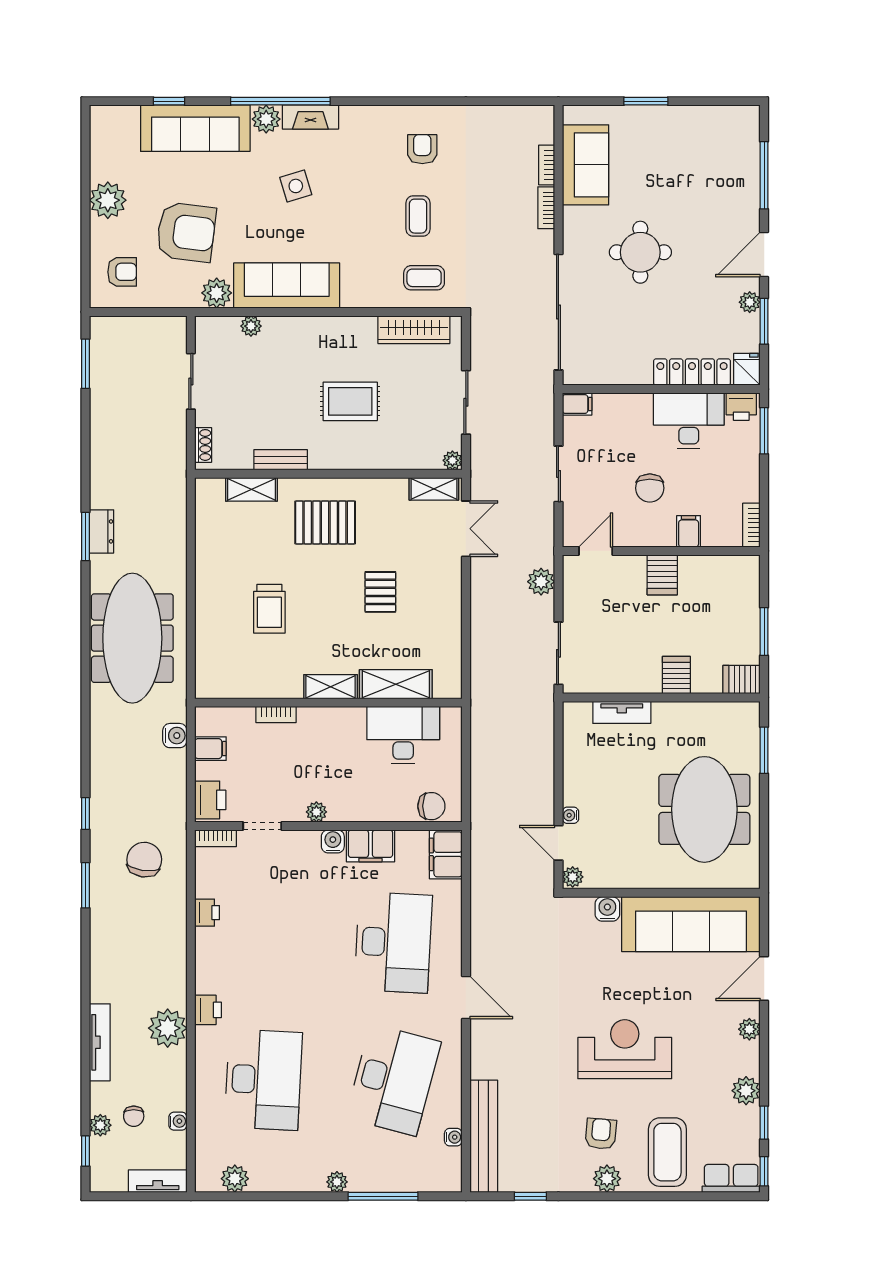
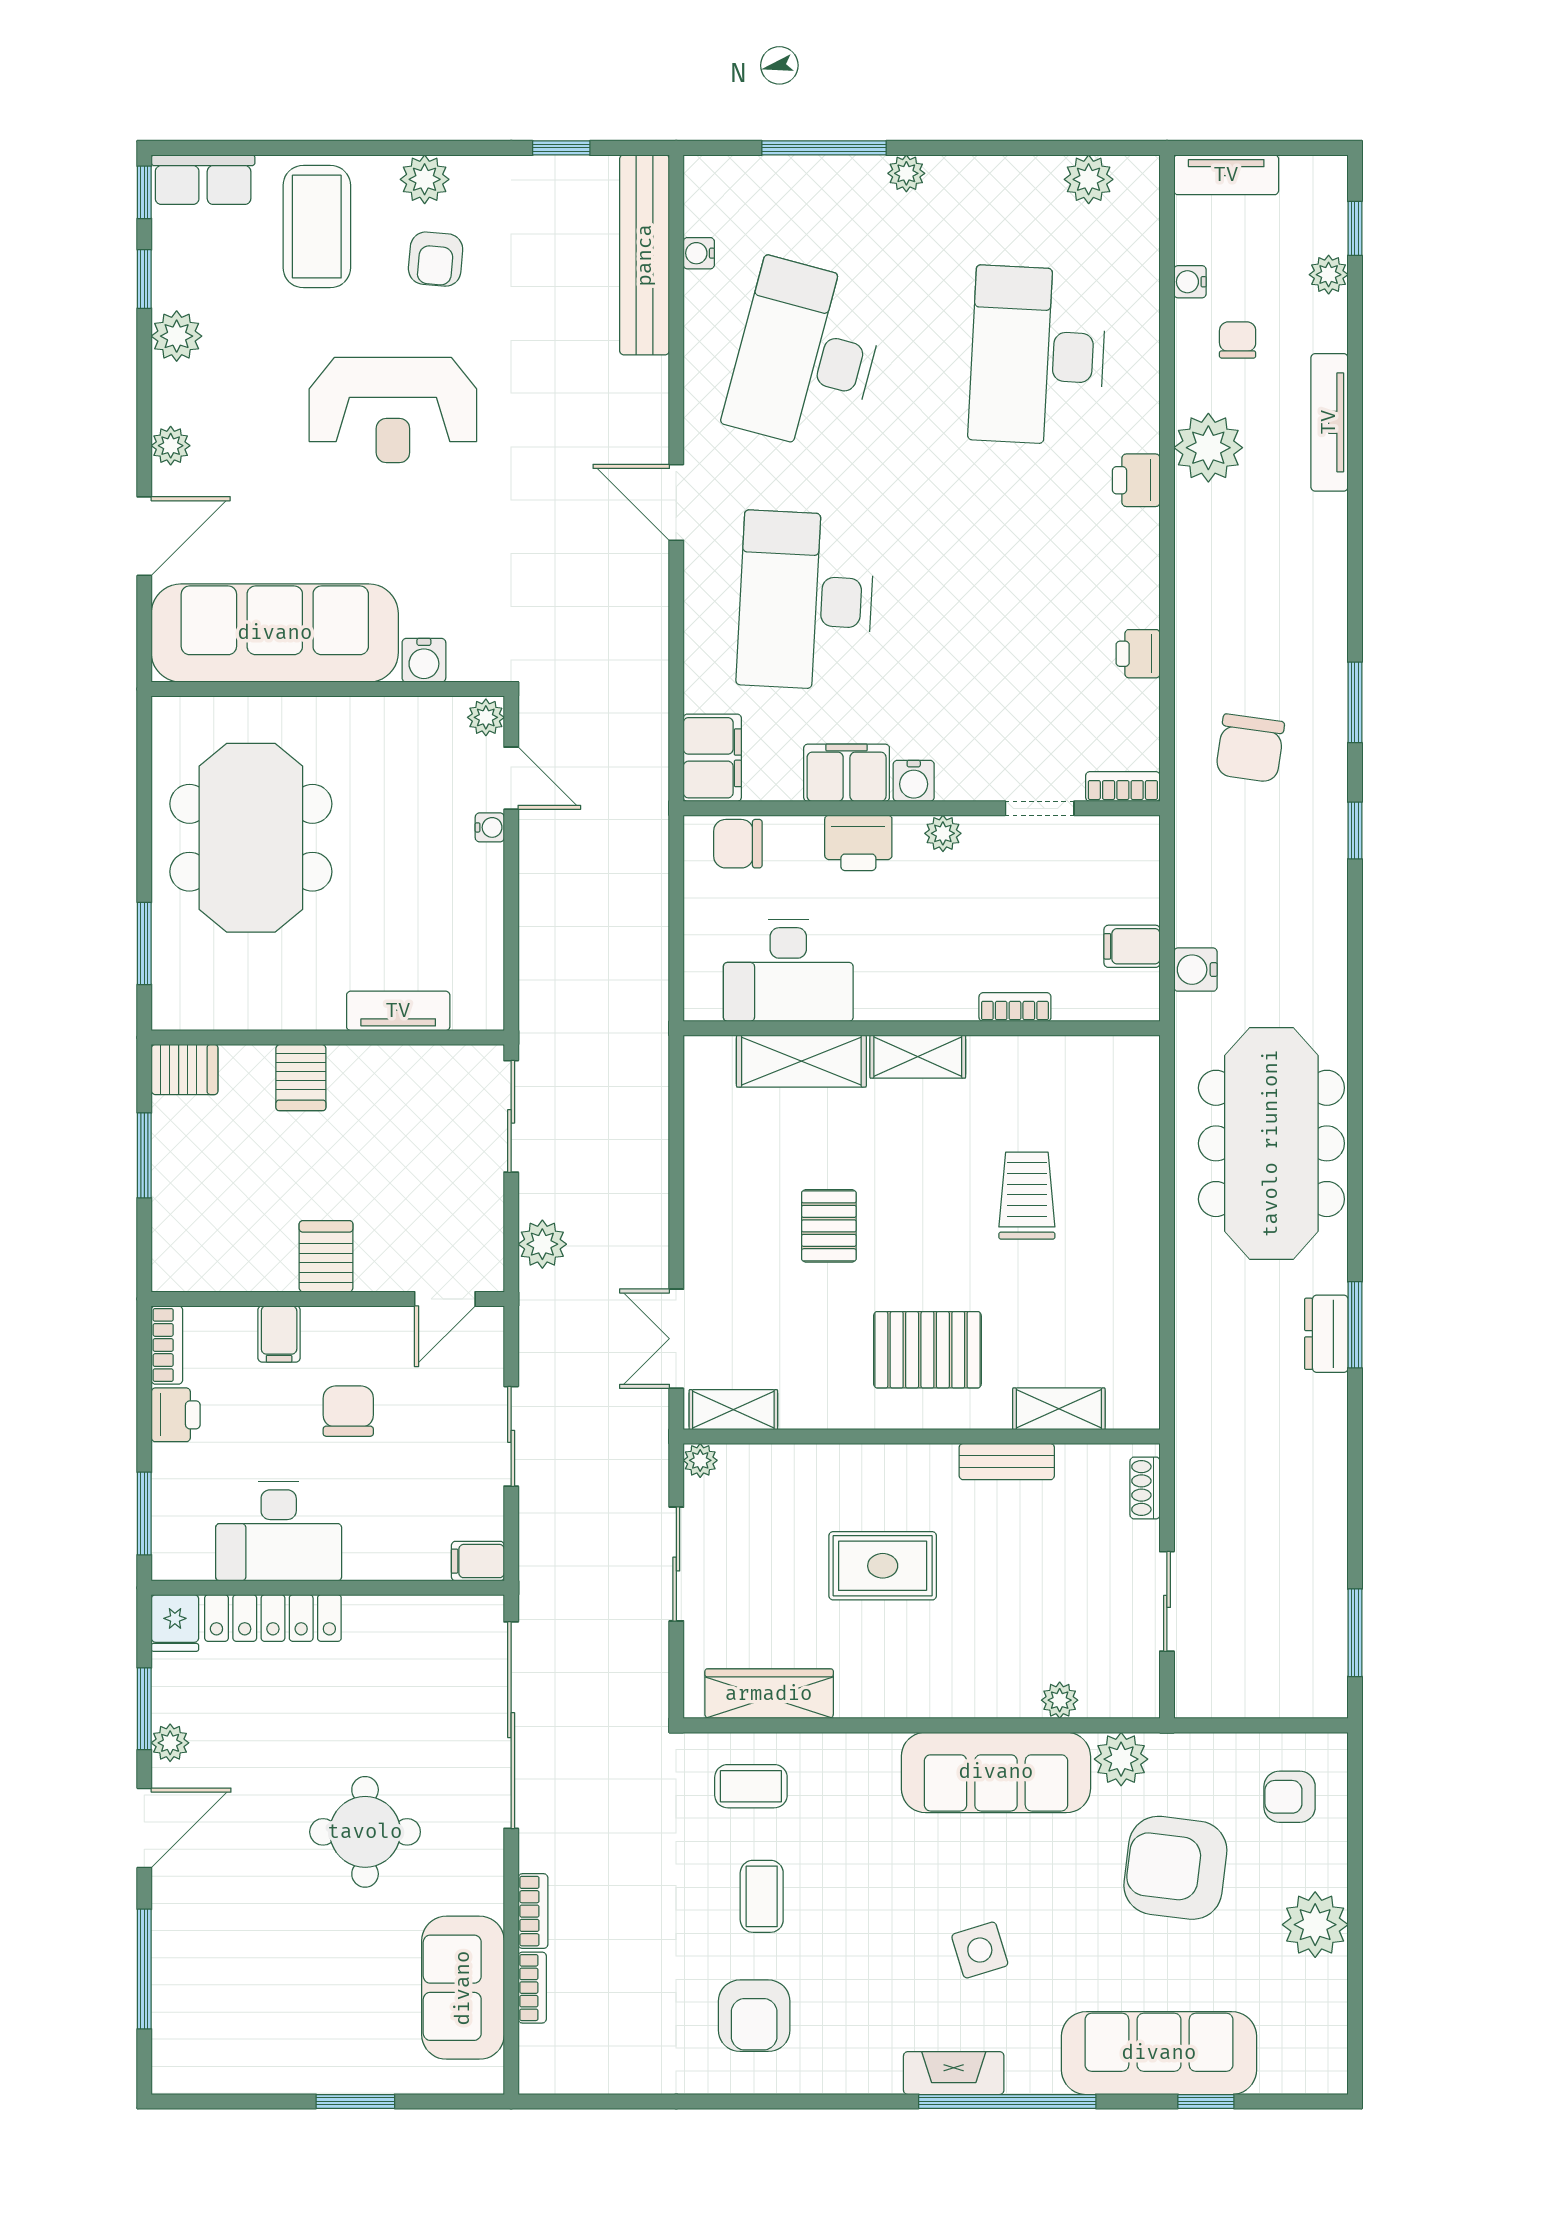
plant: (266, 119) -> (1033, 2069), removed
armchair: (422, 149) -> (754, 2016), width x1.38, depth x1.38
printer: (741, 407) -> (176, 1415), moved, turned 90
printer: (210, 800) -> (858, 843), moved, turned -90
chair: (134, 1116) -> (1238, 340), moved

